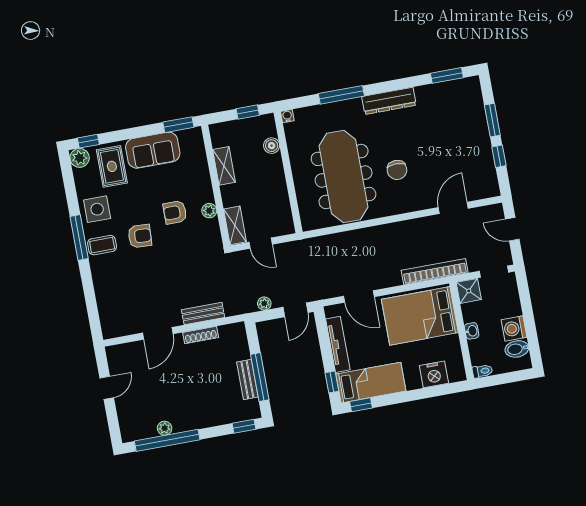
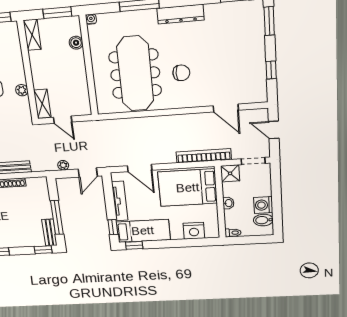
window: (248, 112) -> (57, 13), width x1.50
window: (492, 120) -> (269, 21), moved
shelving: (224, 166) -> (32, 35), moved
chair: (397, 170) -> (181, 73), turned -90
door: (453, 208) -> (226, 108), swing flipped
bench: (247, 380) -> (49, 232), moved

